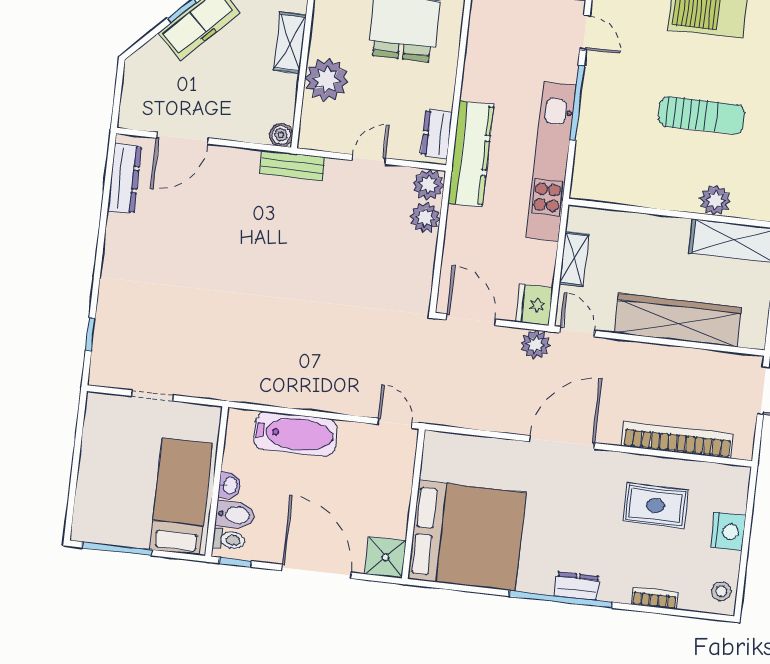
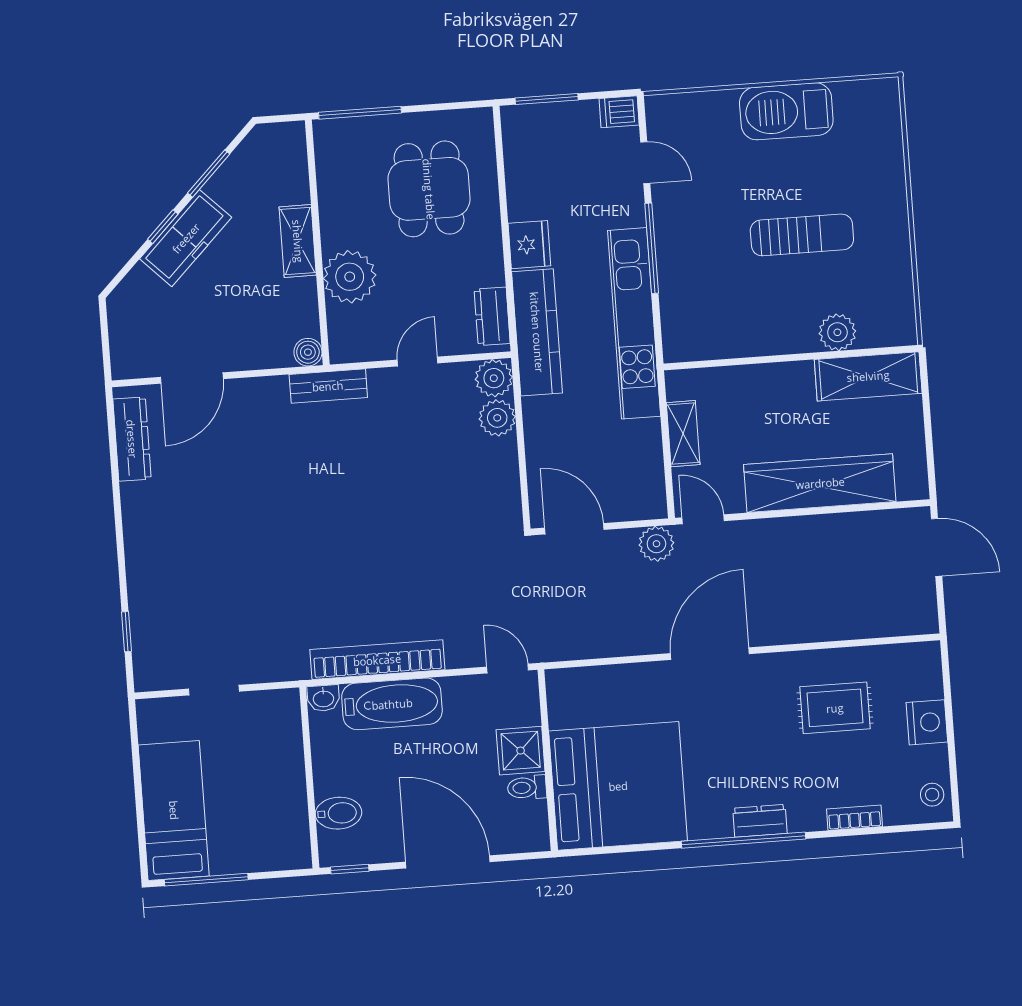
fridge: (535, 305) -> (529, 245), moved, turned 180
bookcase: (677, 440) -> (377, 660), moved
washbasin: (230, 486) -> (323, 698), moved, turned 90
bed: (181, 497) -> (174, 810), moved
toilet: (229, 540) -> (527, 787), moved, turned 180
shower: (385, 557) -> (521, 751), moved

